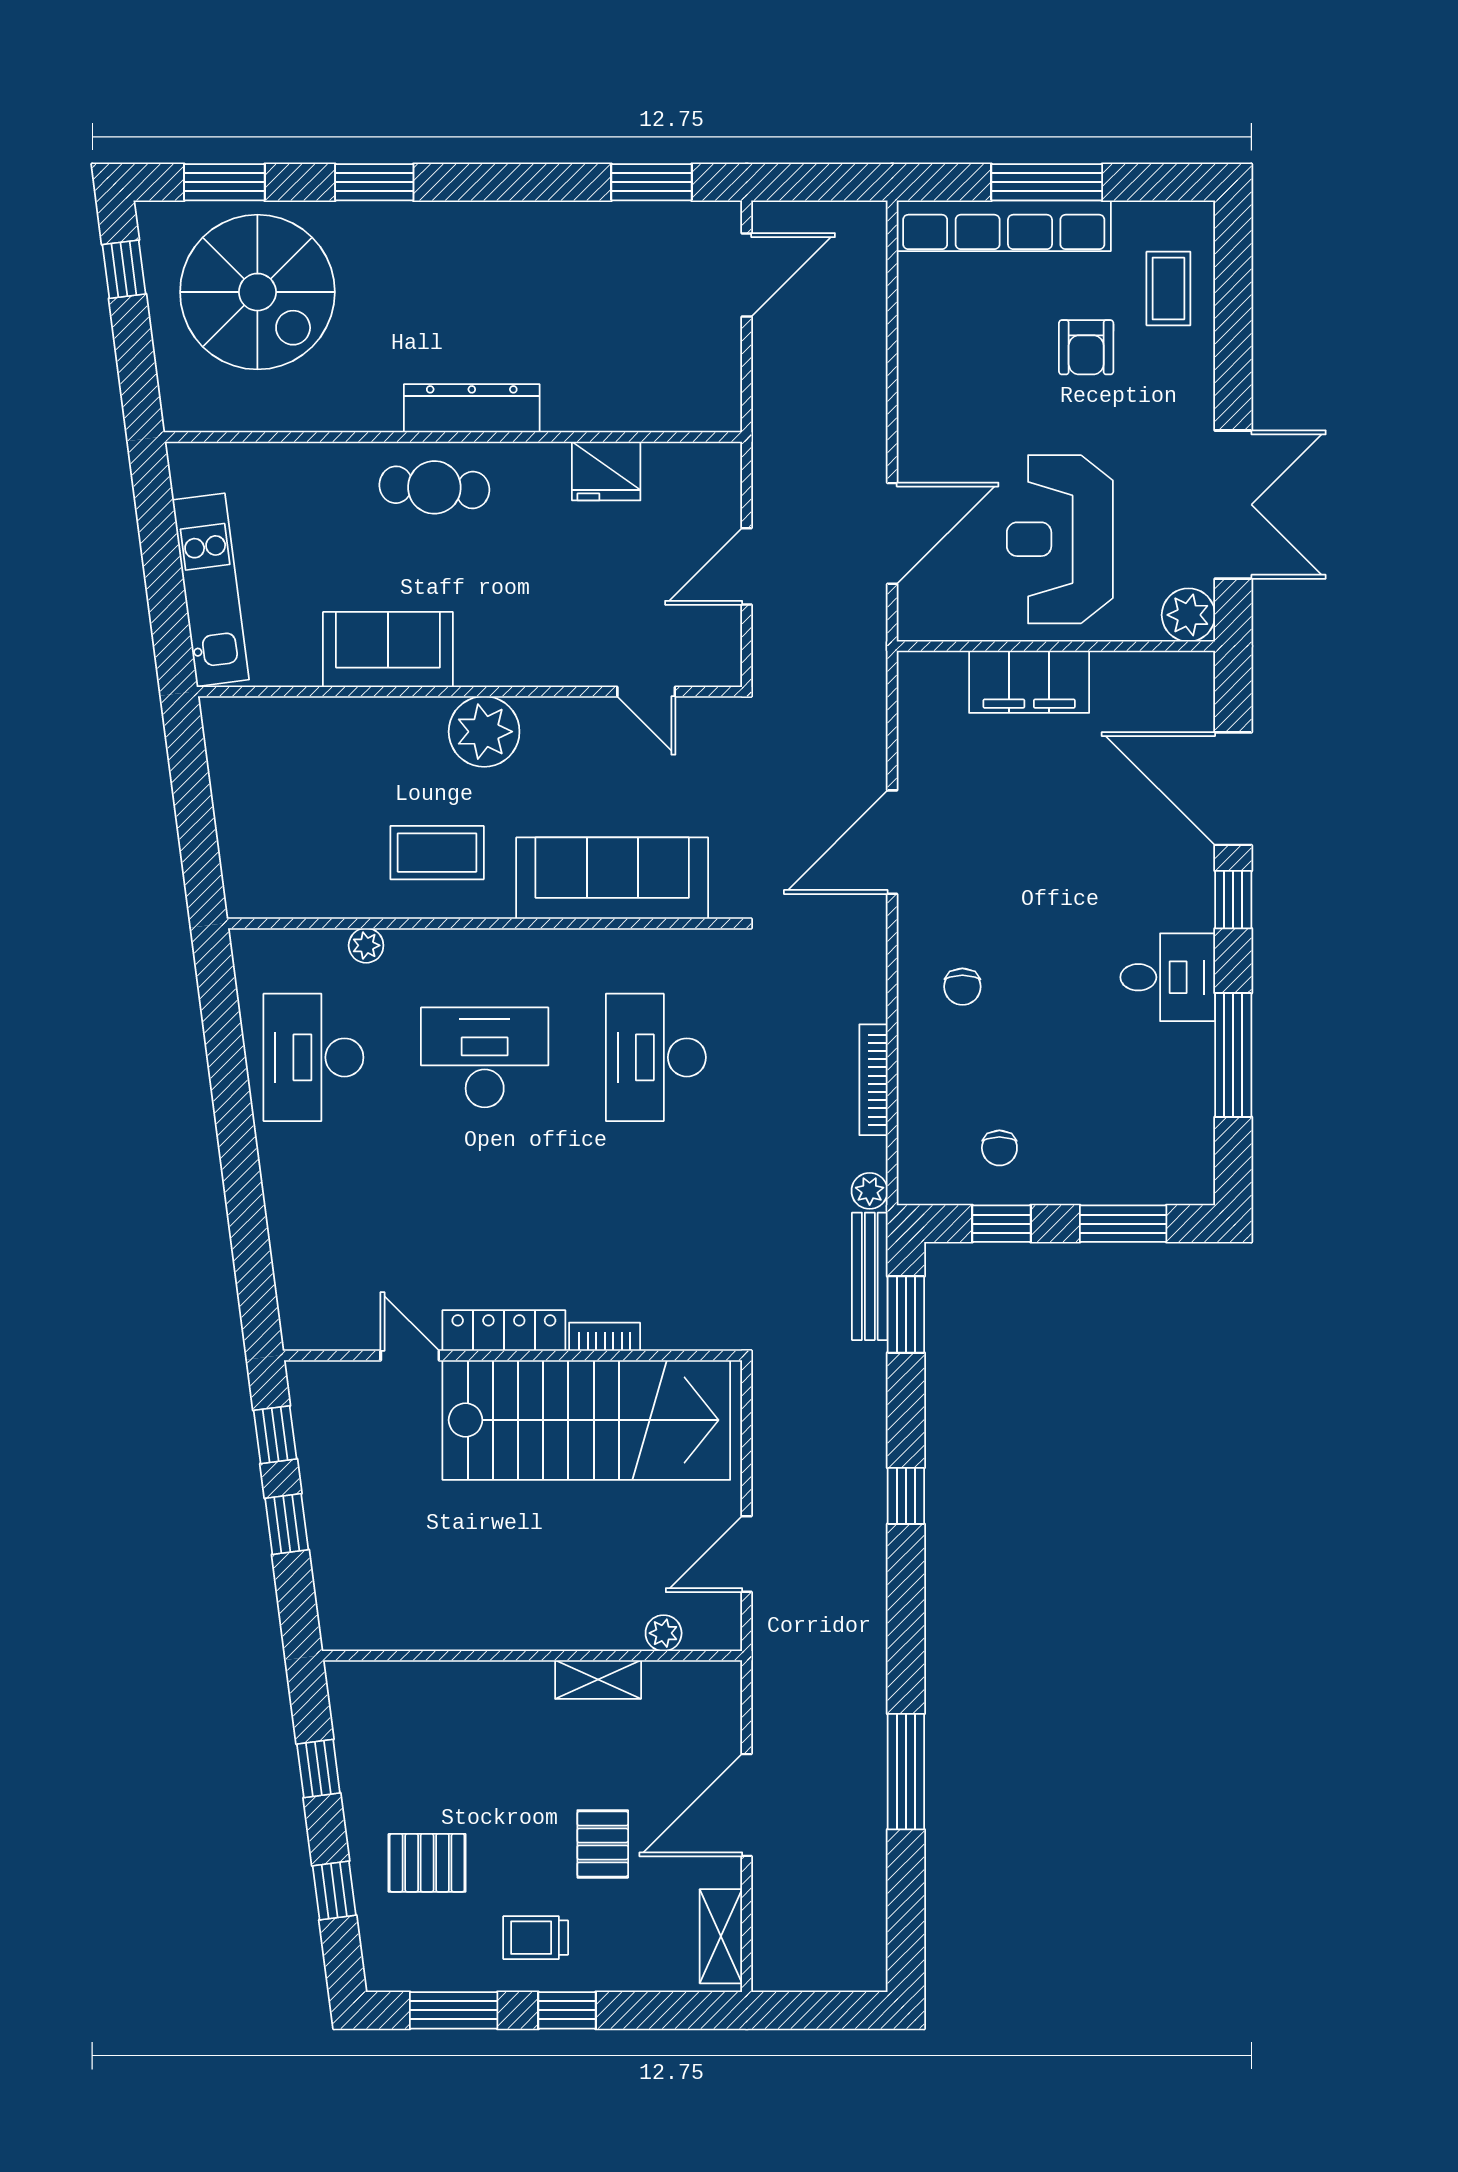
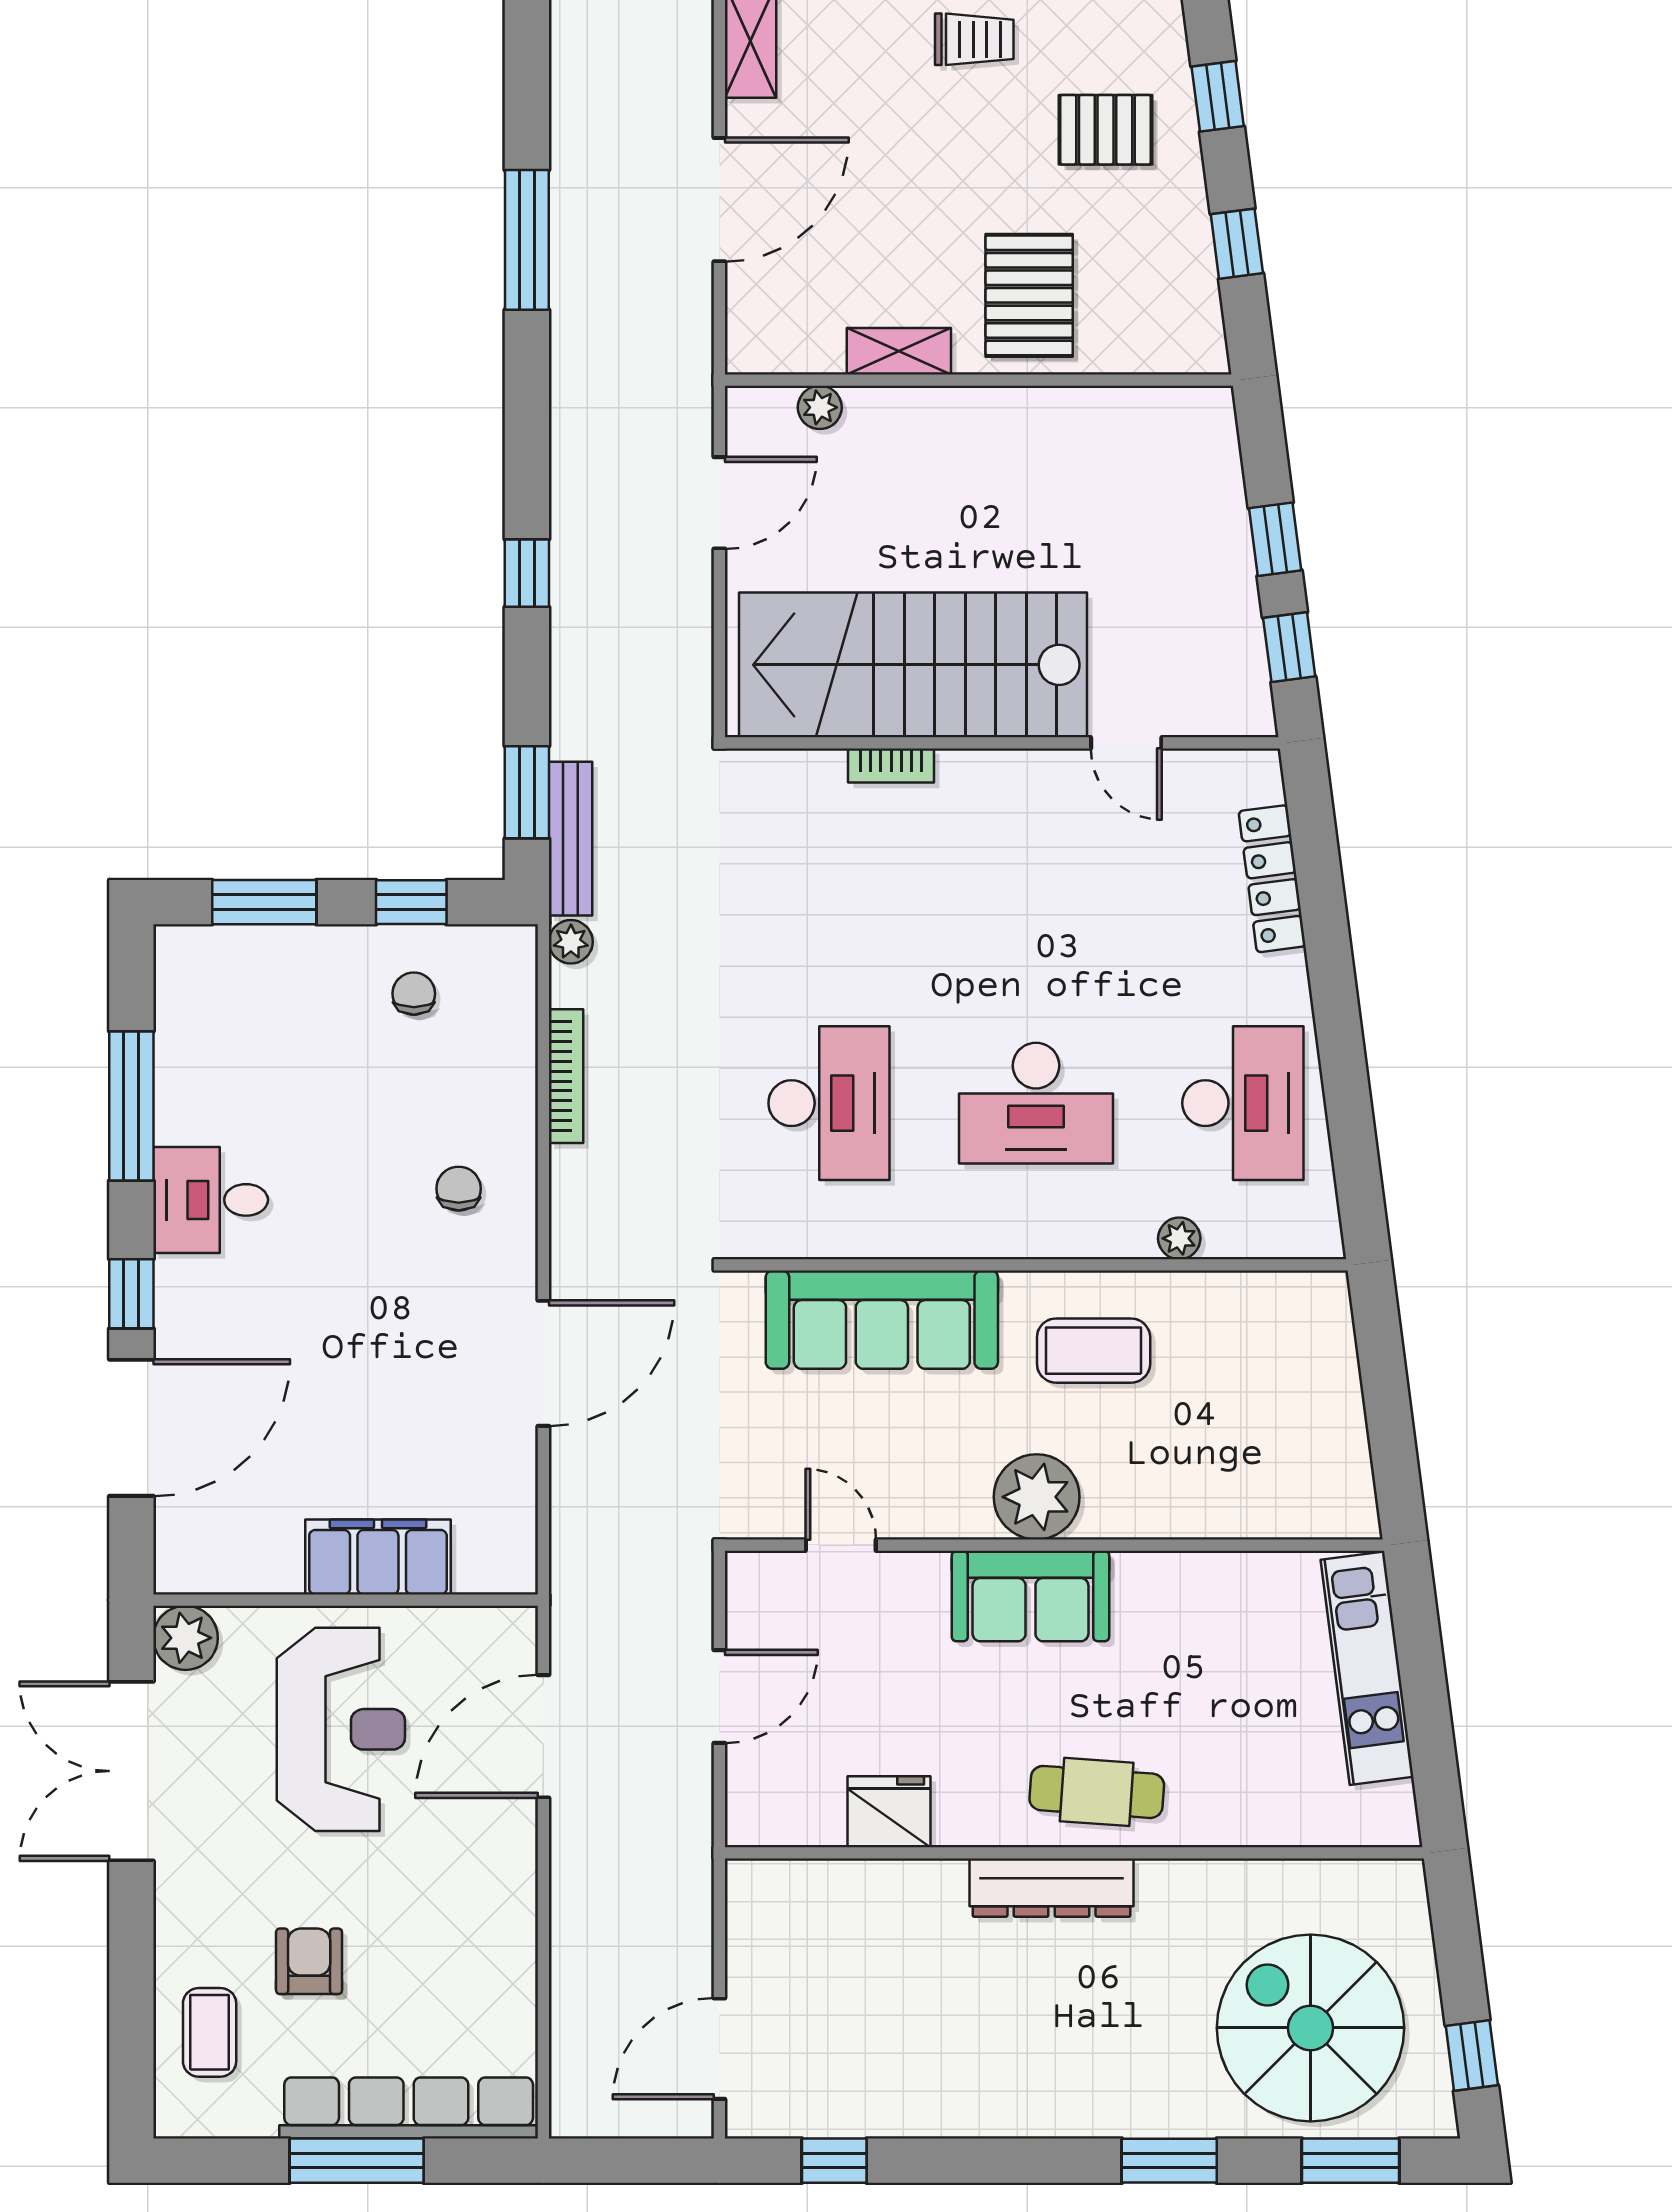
window: (651, 182) -> (834, 2161), width x0.67
sofa: (388, 649) -> (1030, 1596), moved
door: (1233, 789) -> (131, 1428), hinge flipped
locker: (504, 1331) -> (1272, 879), moved, turned 83
pallet: (603, 1844) -> (1029, 295), moved, width x1.50, depth x1.42

